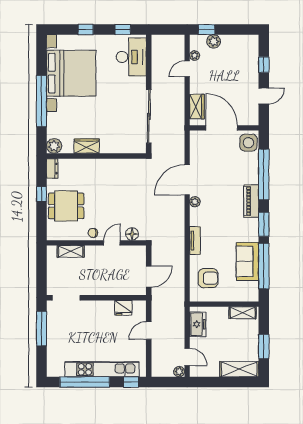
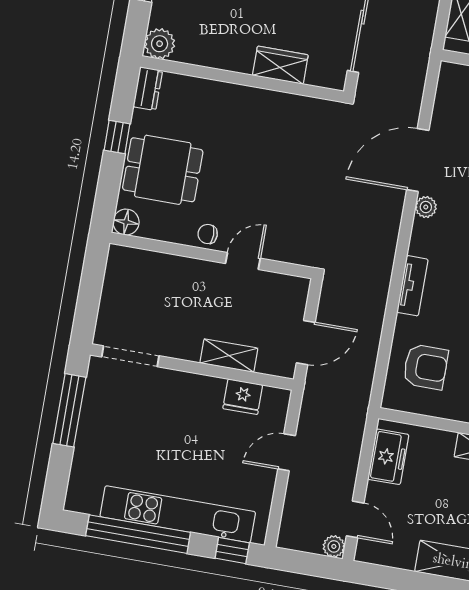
wardrobe: (87, 146) -> (280, 65), moved
floor lamp: (132, 234) -> (126, 222), moved
shelving: (71, 251) -> (229, 356), moved

